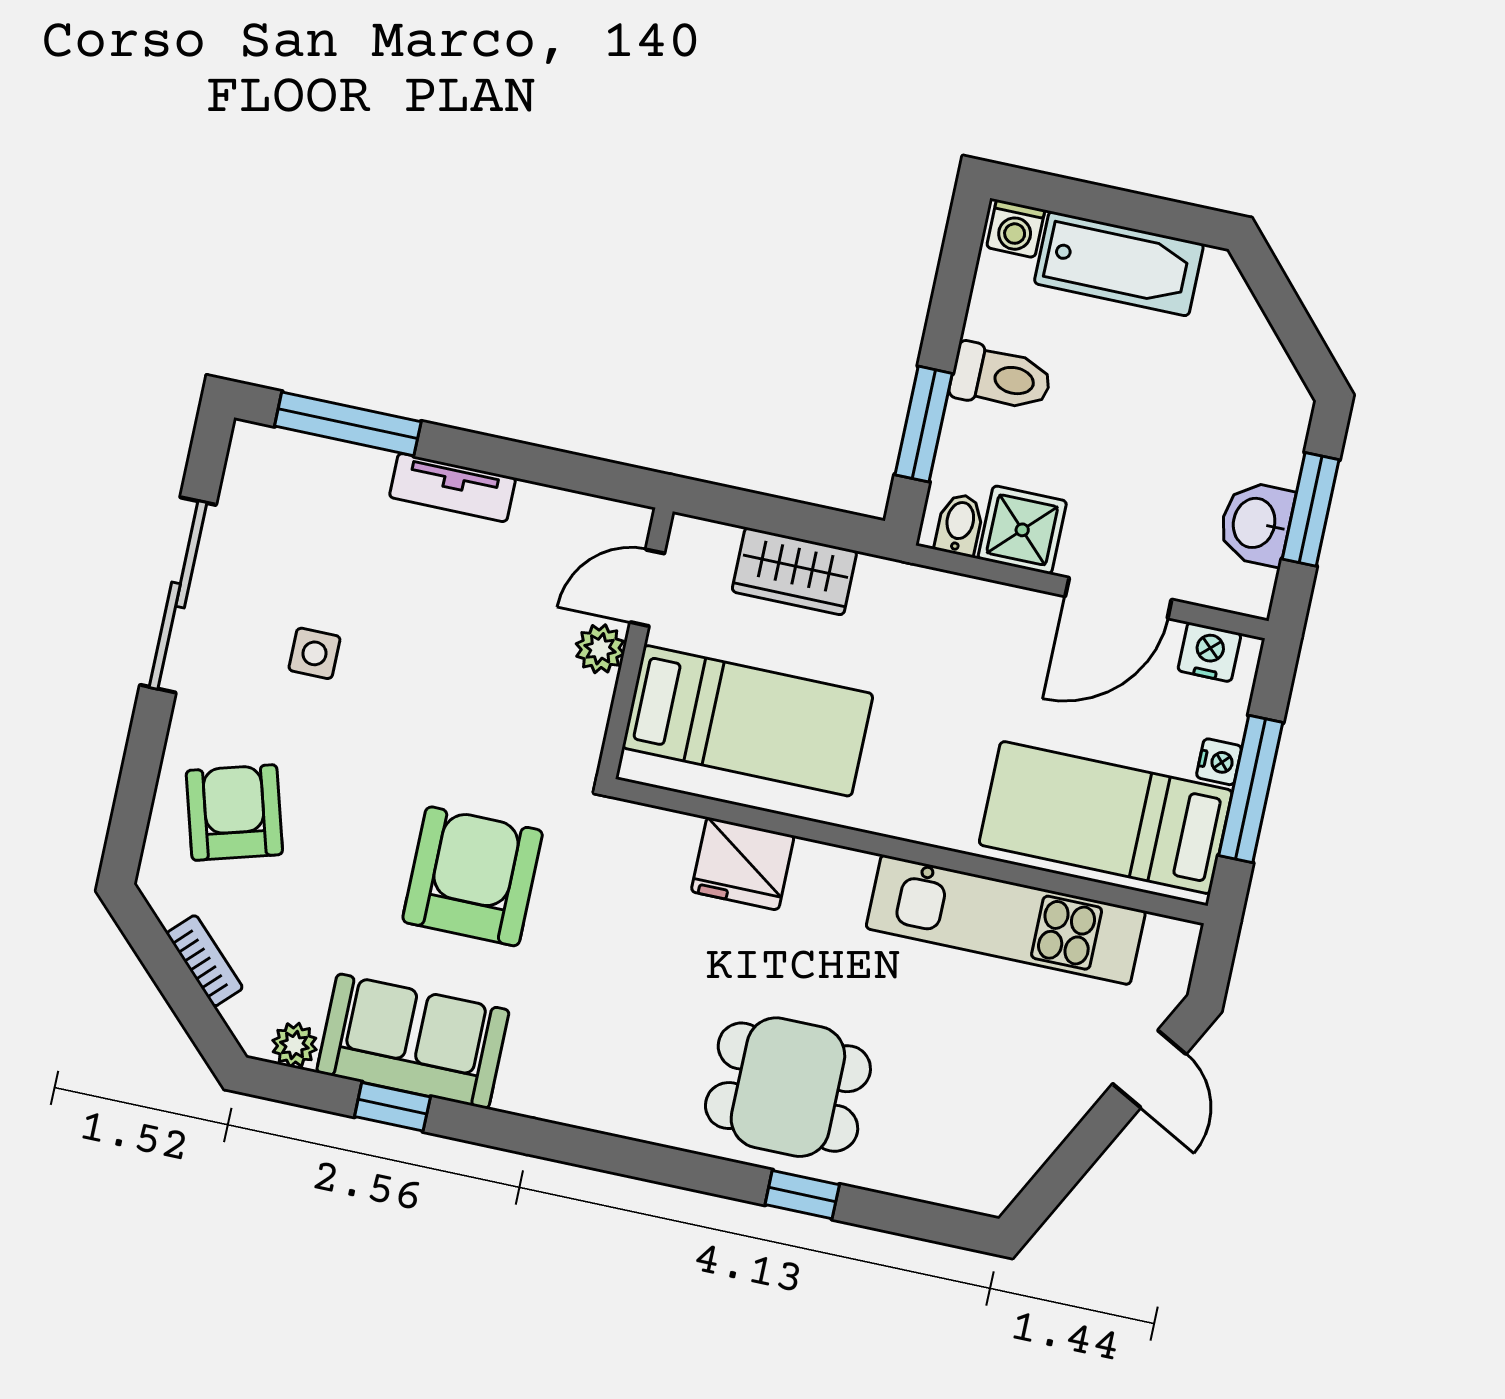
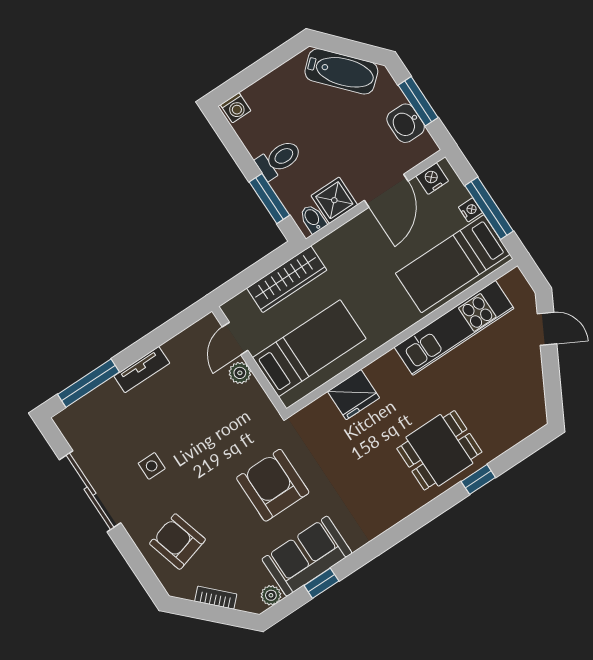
bathtub: (1119, 264) -> (341, 71), moved, turned 48
wardrobe: (794, 571) -> (287, 279), width x1.50

